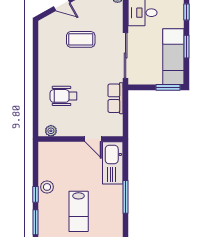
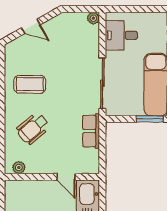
coffee table: (81, 39) -> (30, 84), moved
wheelchair: (64, 96) -> (33, 128), turned -40

